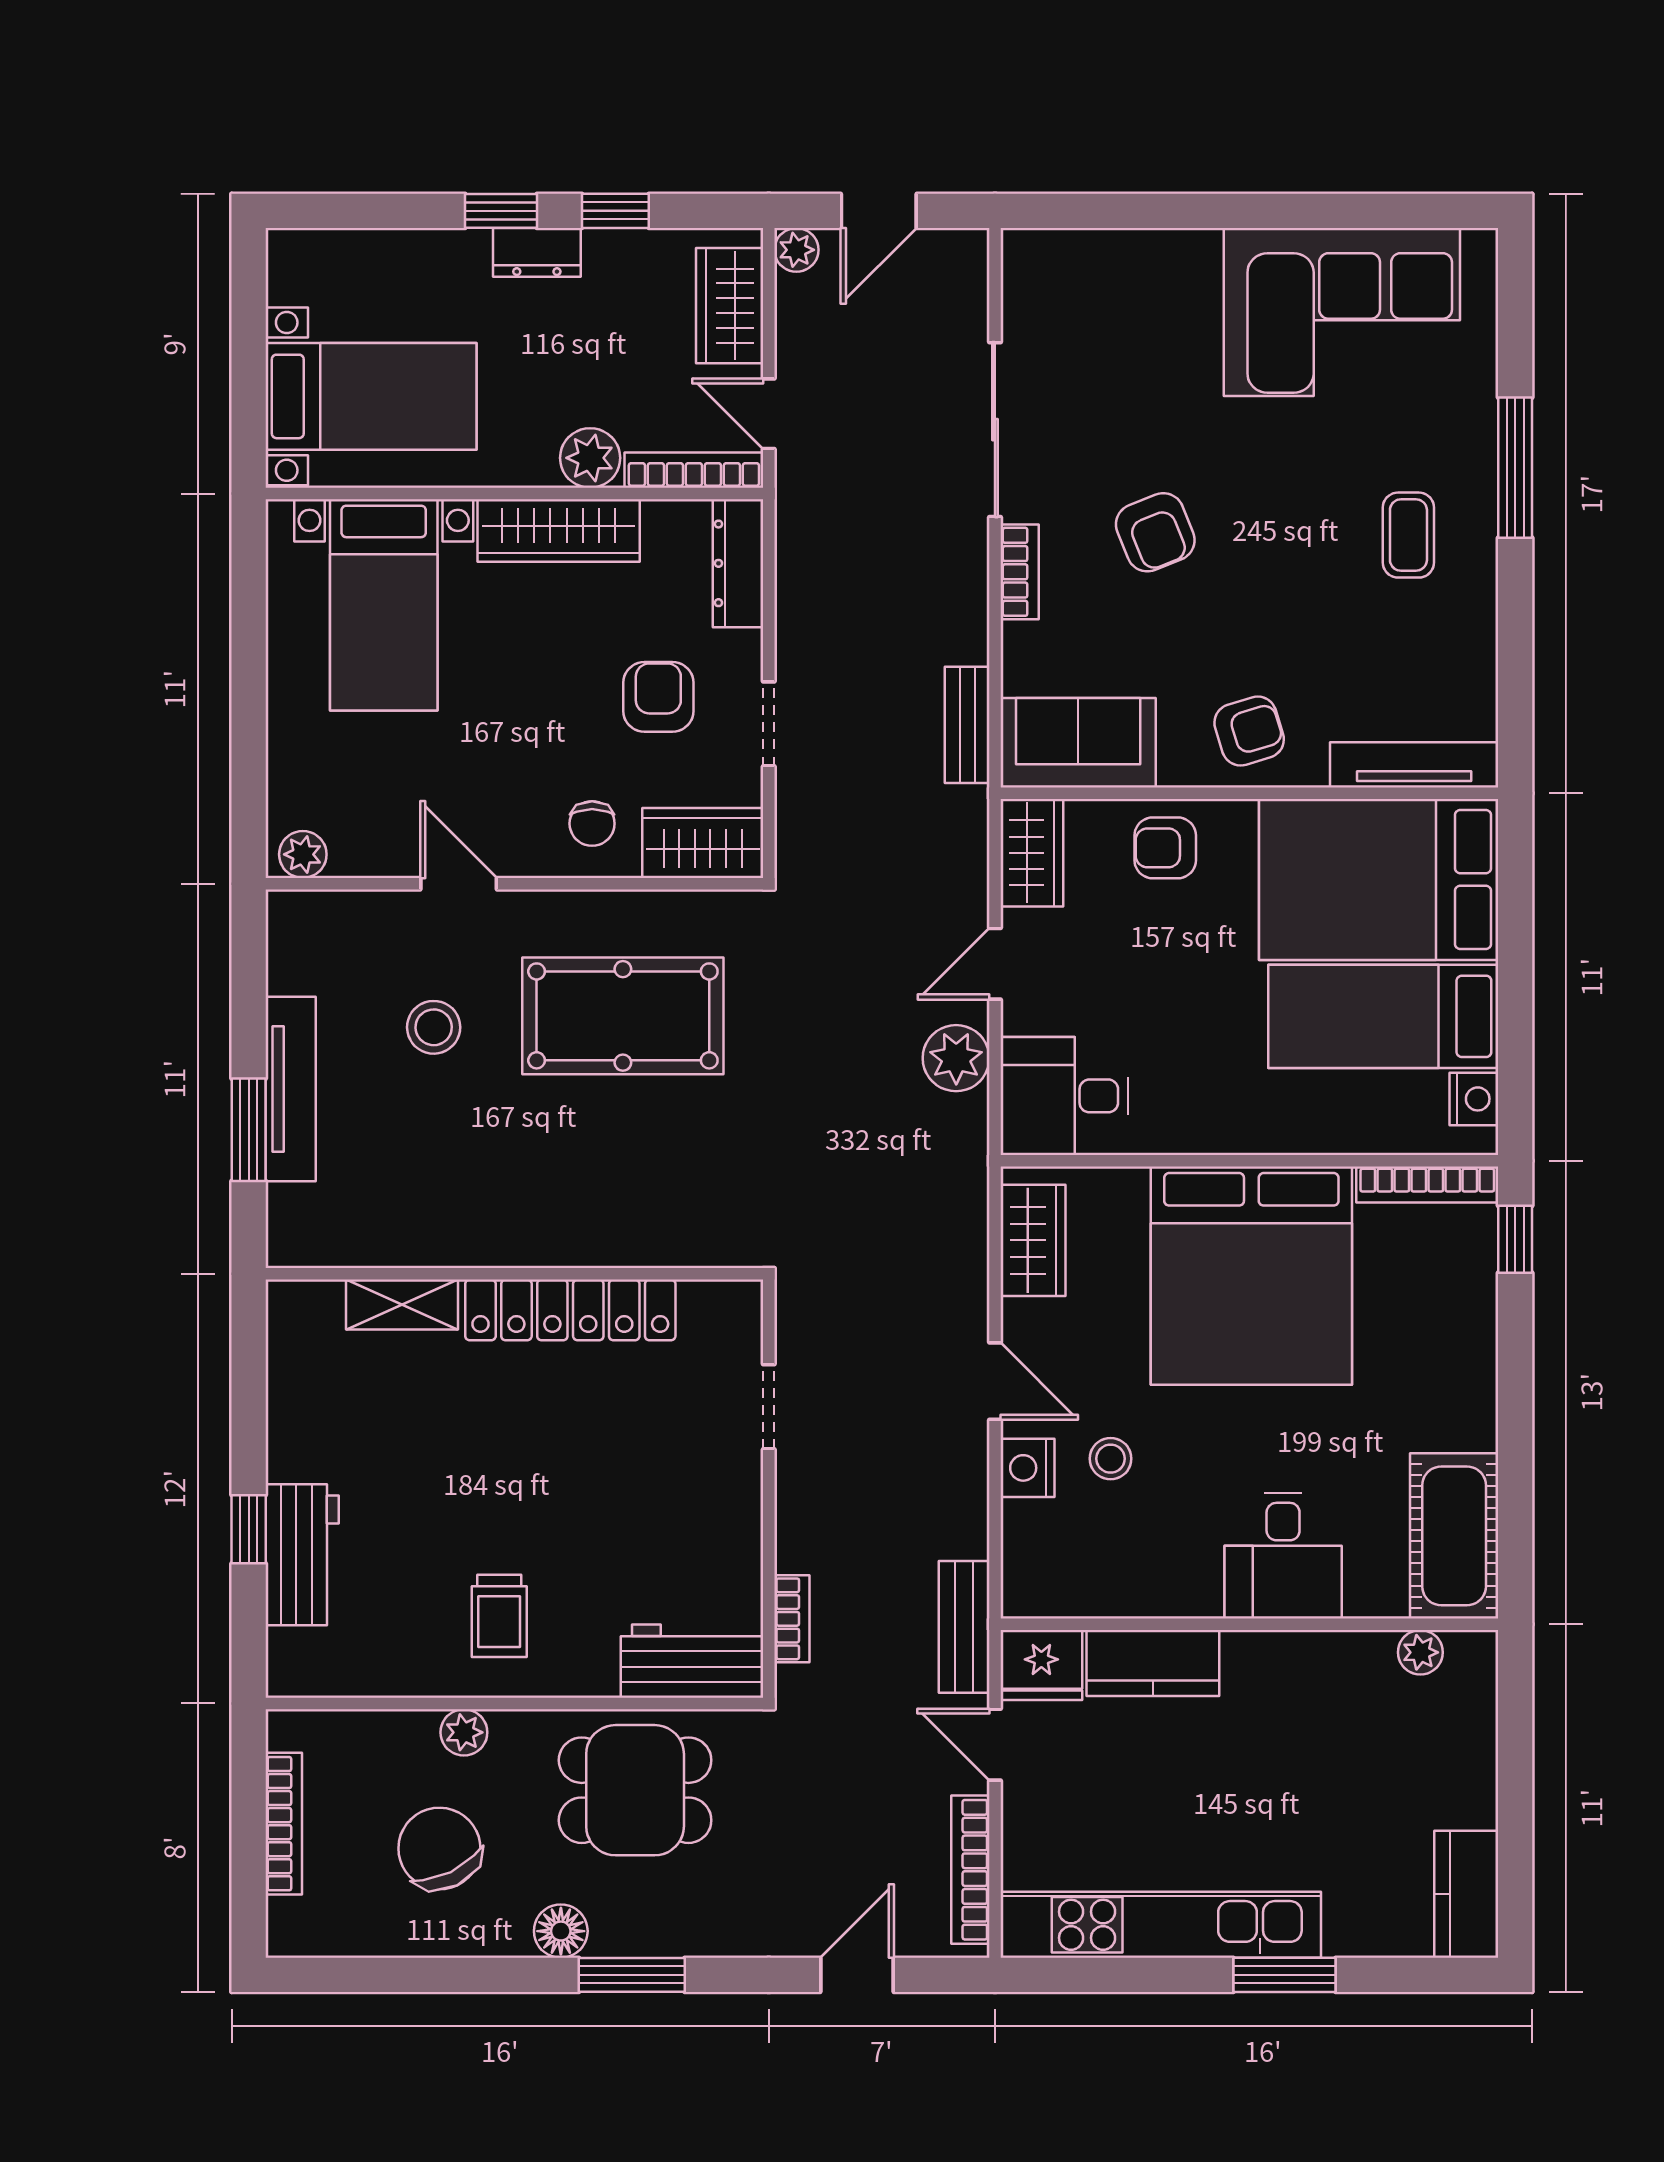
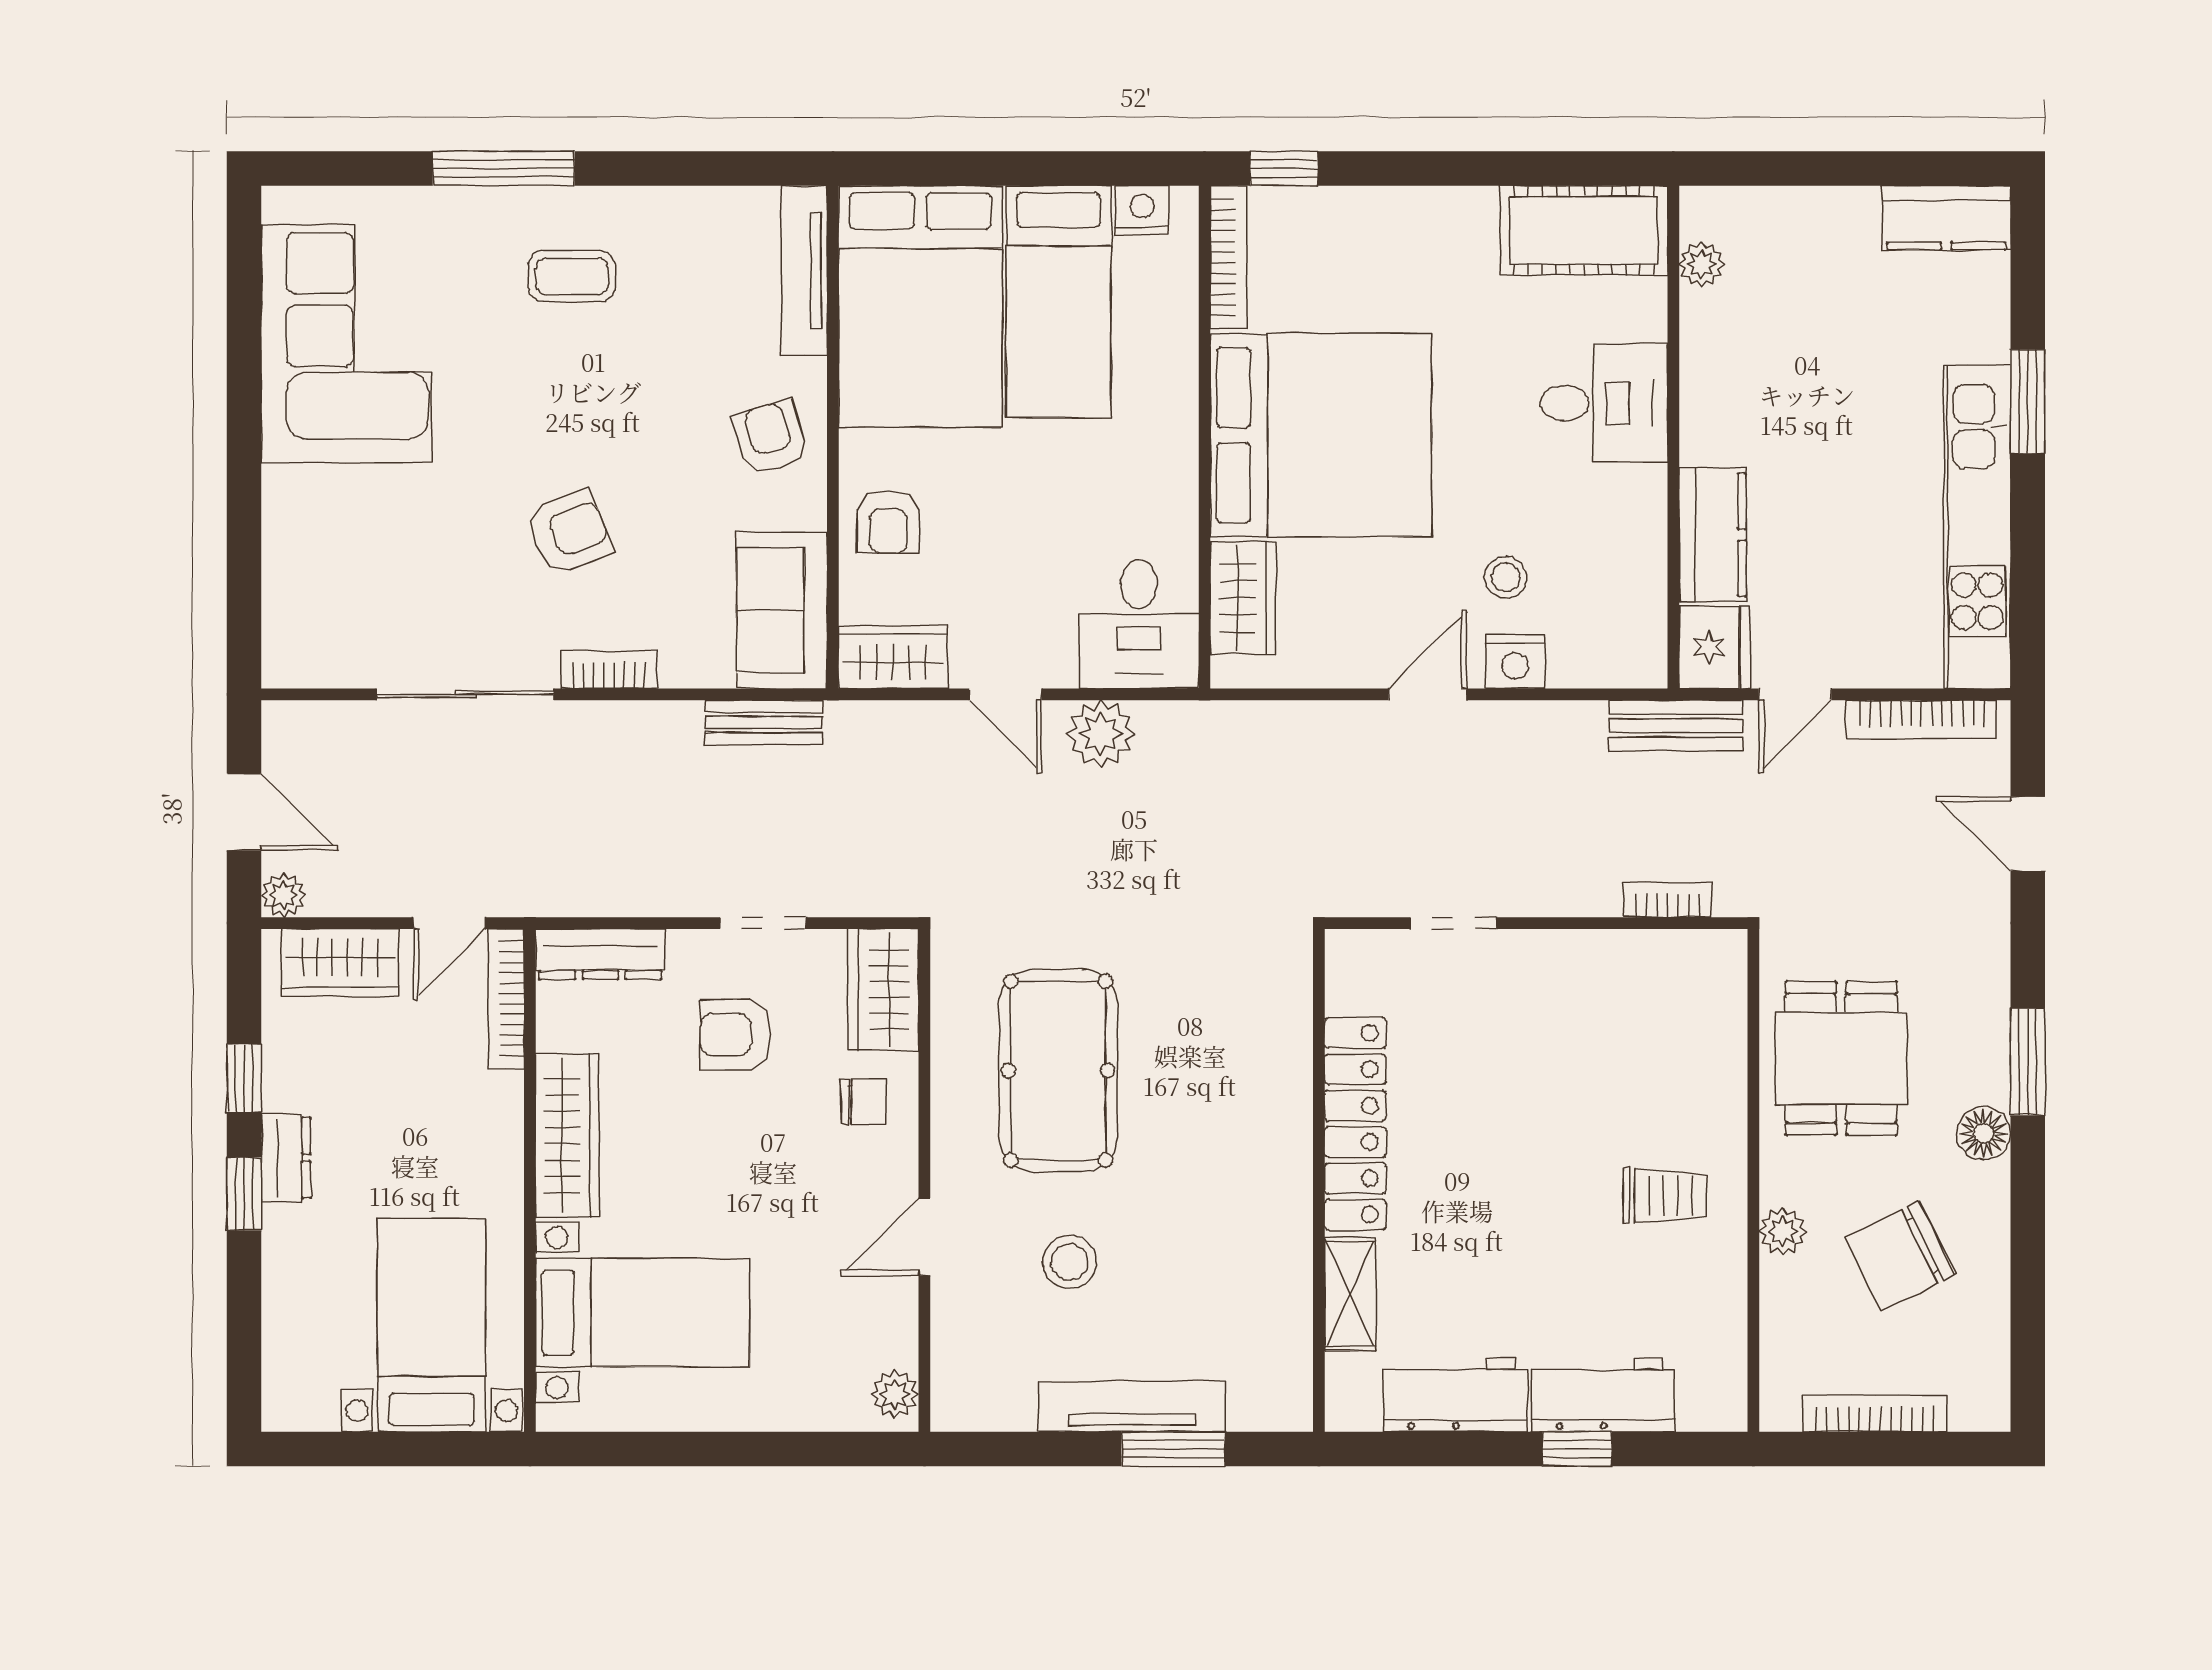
plant: (590, 458) -> (494, 1104), removed
wardrobe: (1033, 1240) -> (1243, 598), moved, turned 90
workbench: (692, 1661) -> (1455, 1395), moved, turned 90

